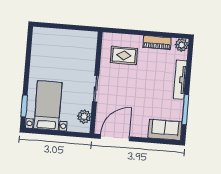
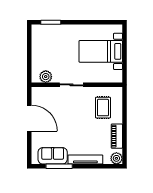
bed with nightstands: (48, 106) -> (101, 51), moved, turned 180
sofa: (165, 130) -> (53, 156), moved, turned -90
door: (115, 138) -> (29, 118), moved

